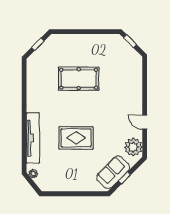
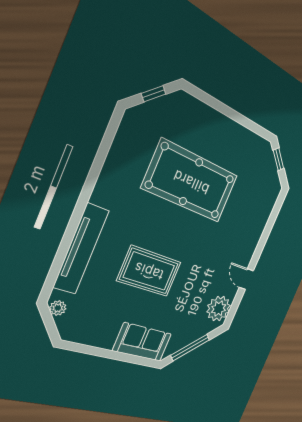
pool table: (79, 79) -> (191, 182), width x1.36, depth x1.32
sofa: (113, 172) -> (142, 342), moved, turned 45
window: (125, 178) -> (190, 347), width x2.17

